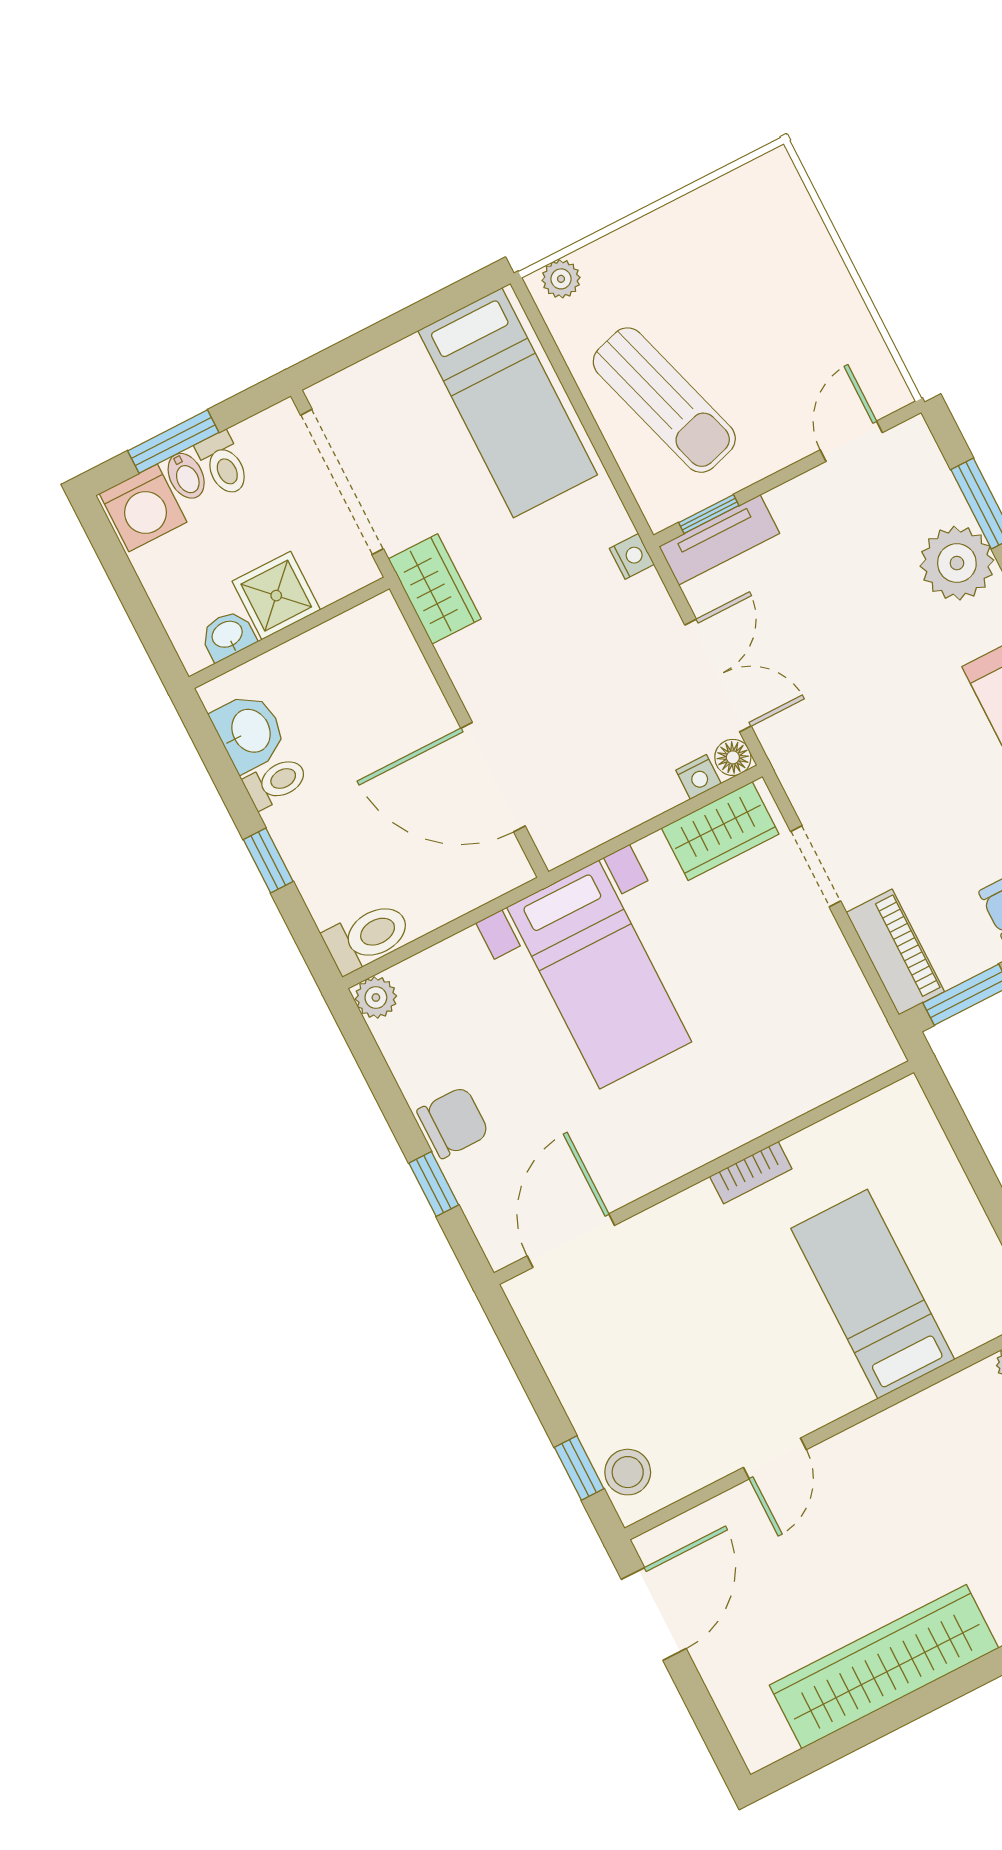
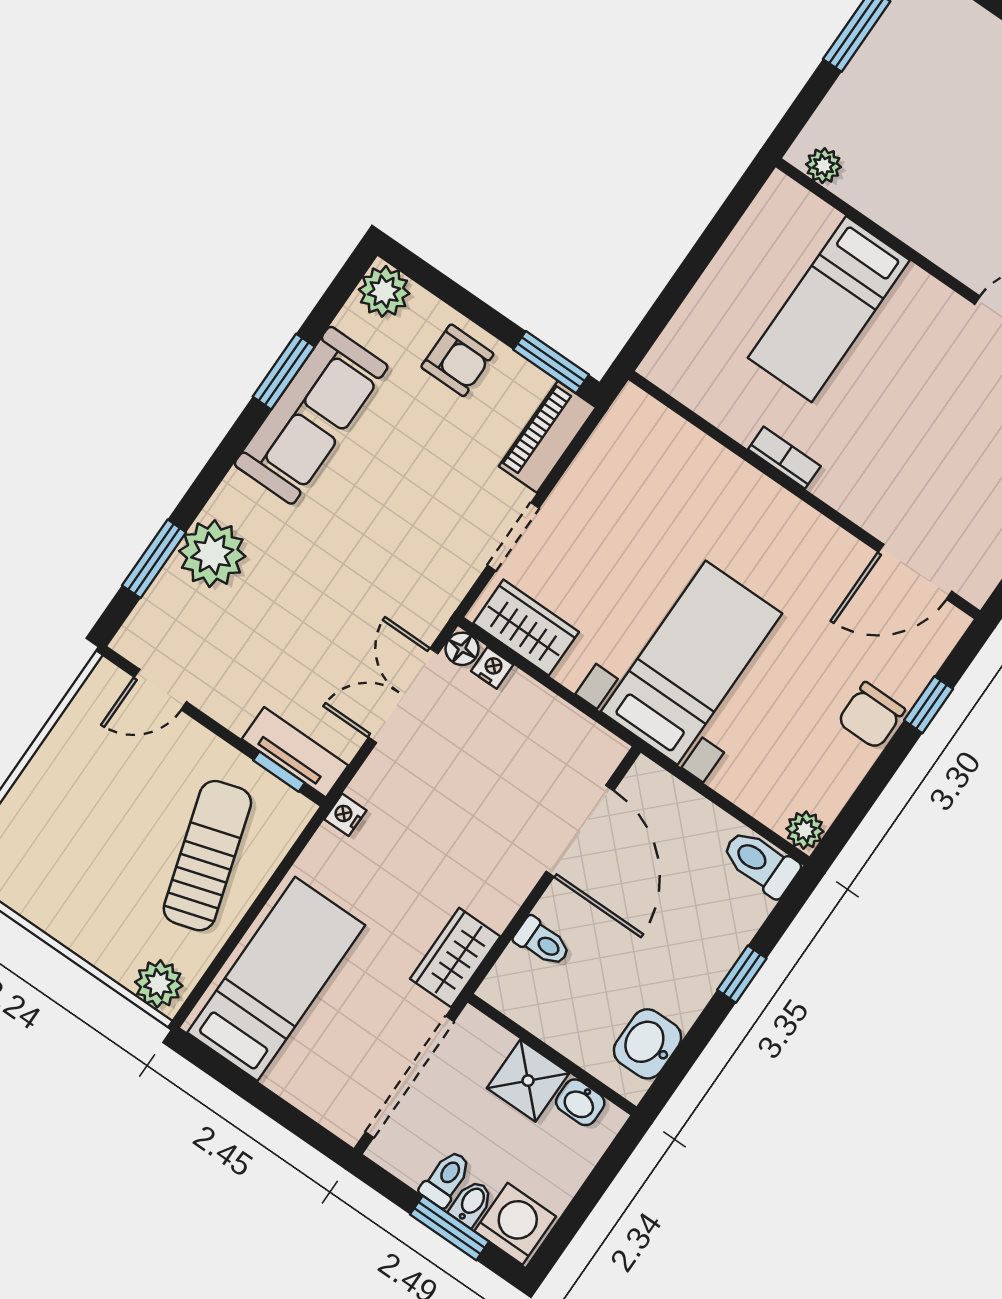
plant: (561, 279) -> (159, 984), width x1.38, depth x1.38
toilet: (276, 782) -> (542, 942), moved, turned 180
chair: (453, 1122) -> (871, 716), turned -90

